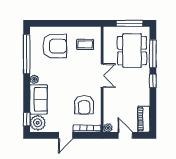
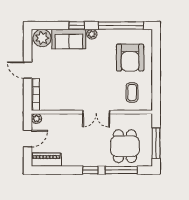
dining table: (132, 51) -> (125, 146), width x0.73
armchair: (84, 105) -> (63, 91), removed
window: (27, 119) -> (77, 25), moved

